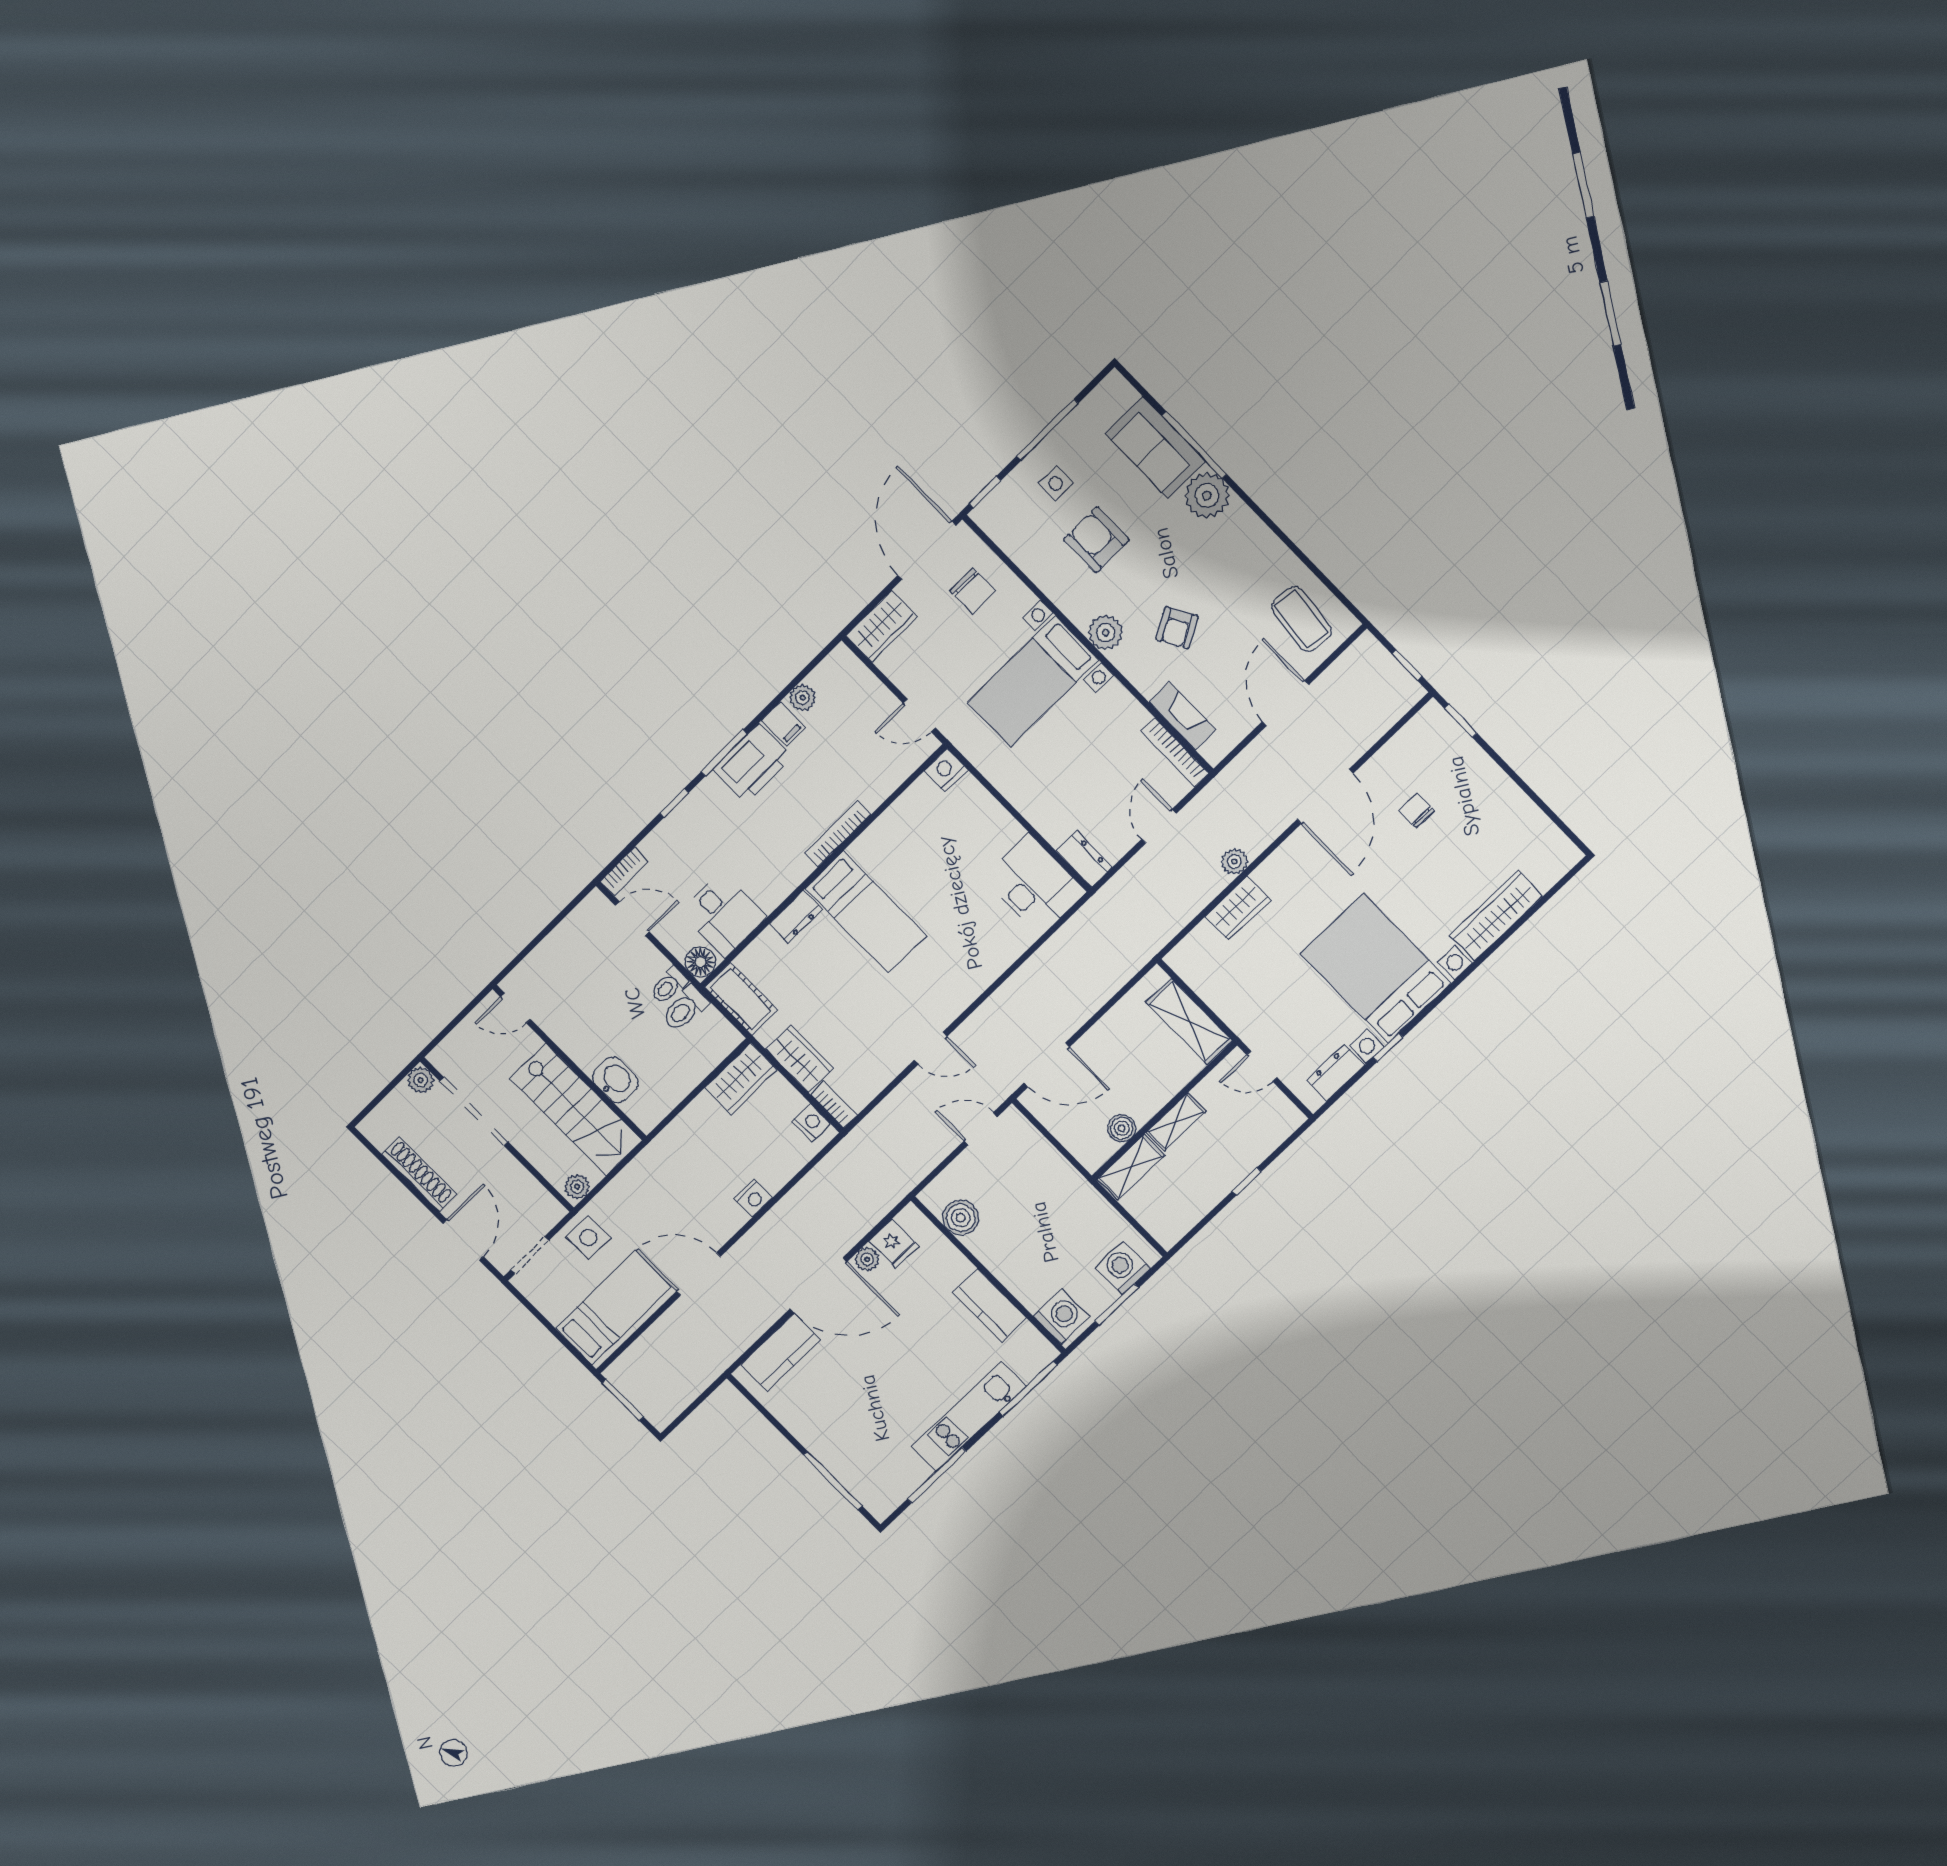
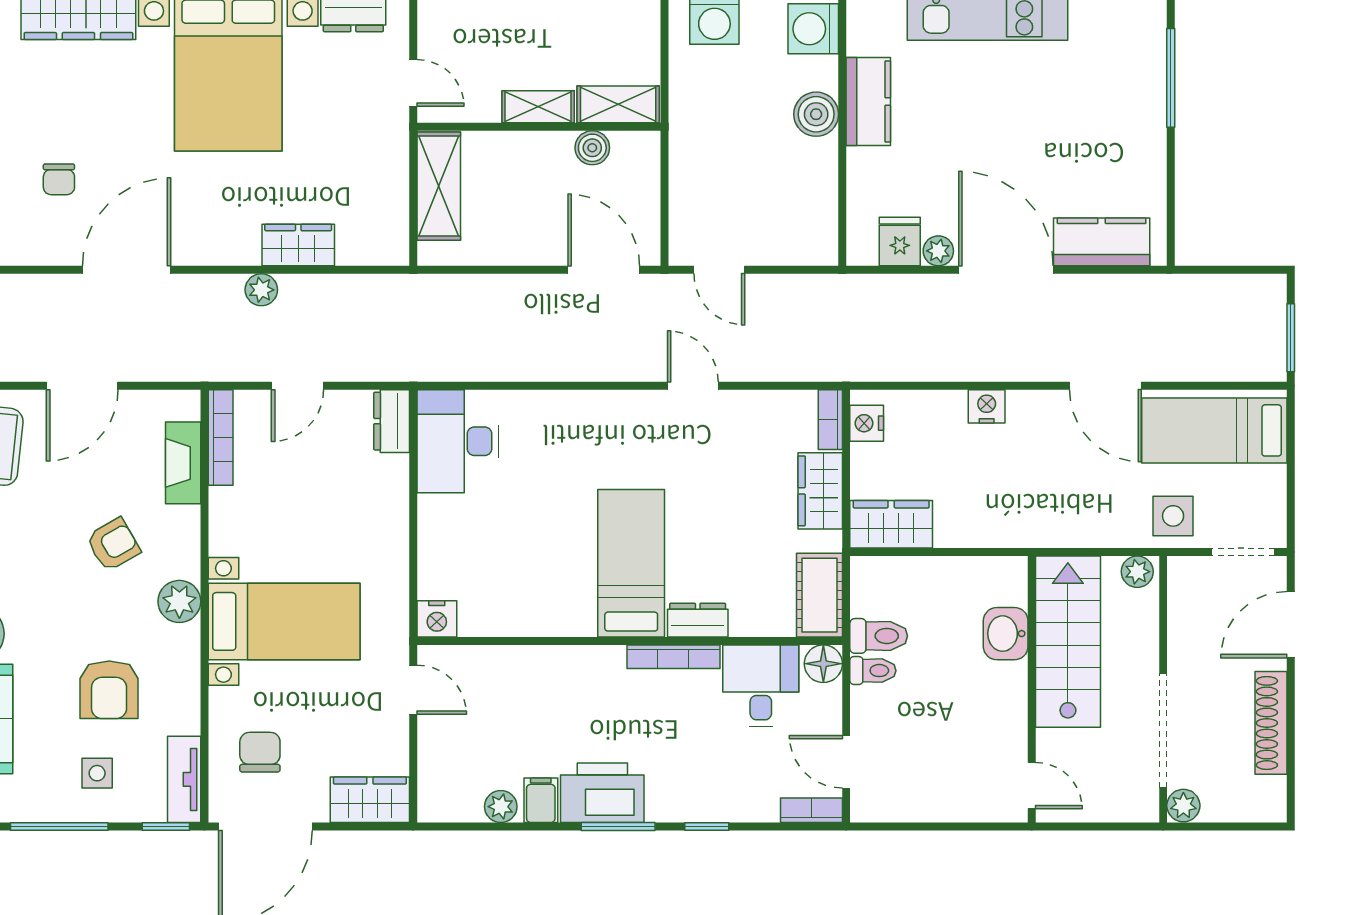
tv unit: (1001, 531) -> (184, 779), added
bookcase: (838, 834) -> (673, 657), moved
boiler: (961, 1218) -> (816, 114), moved

